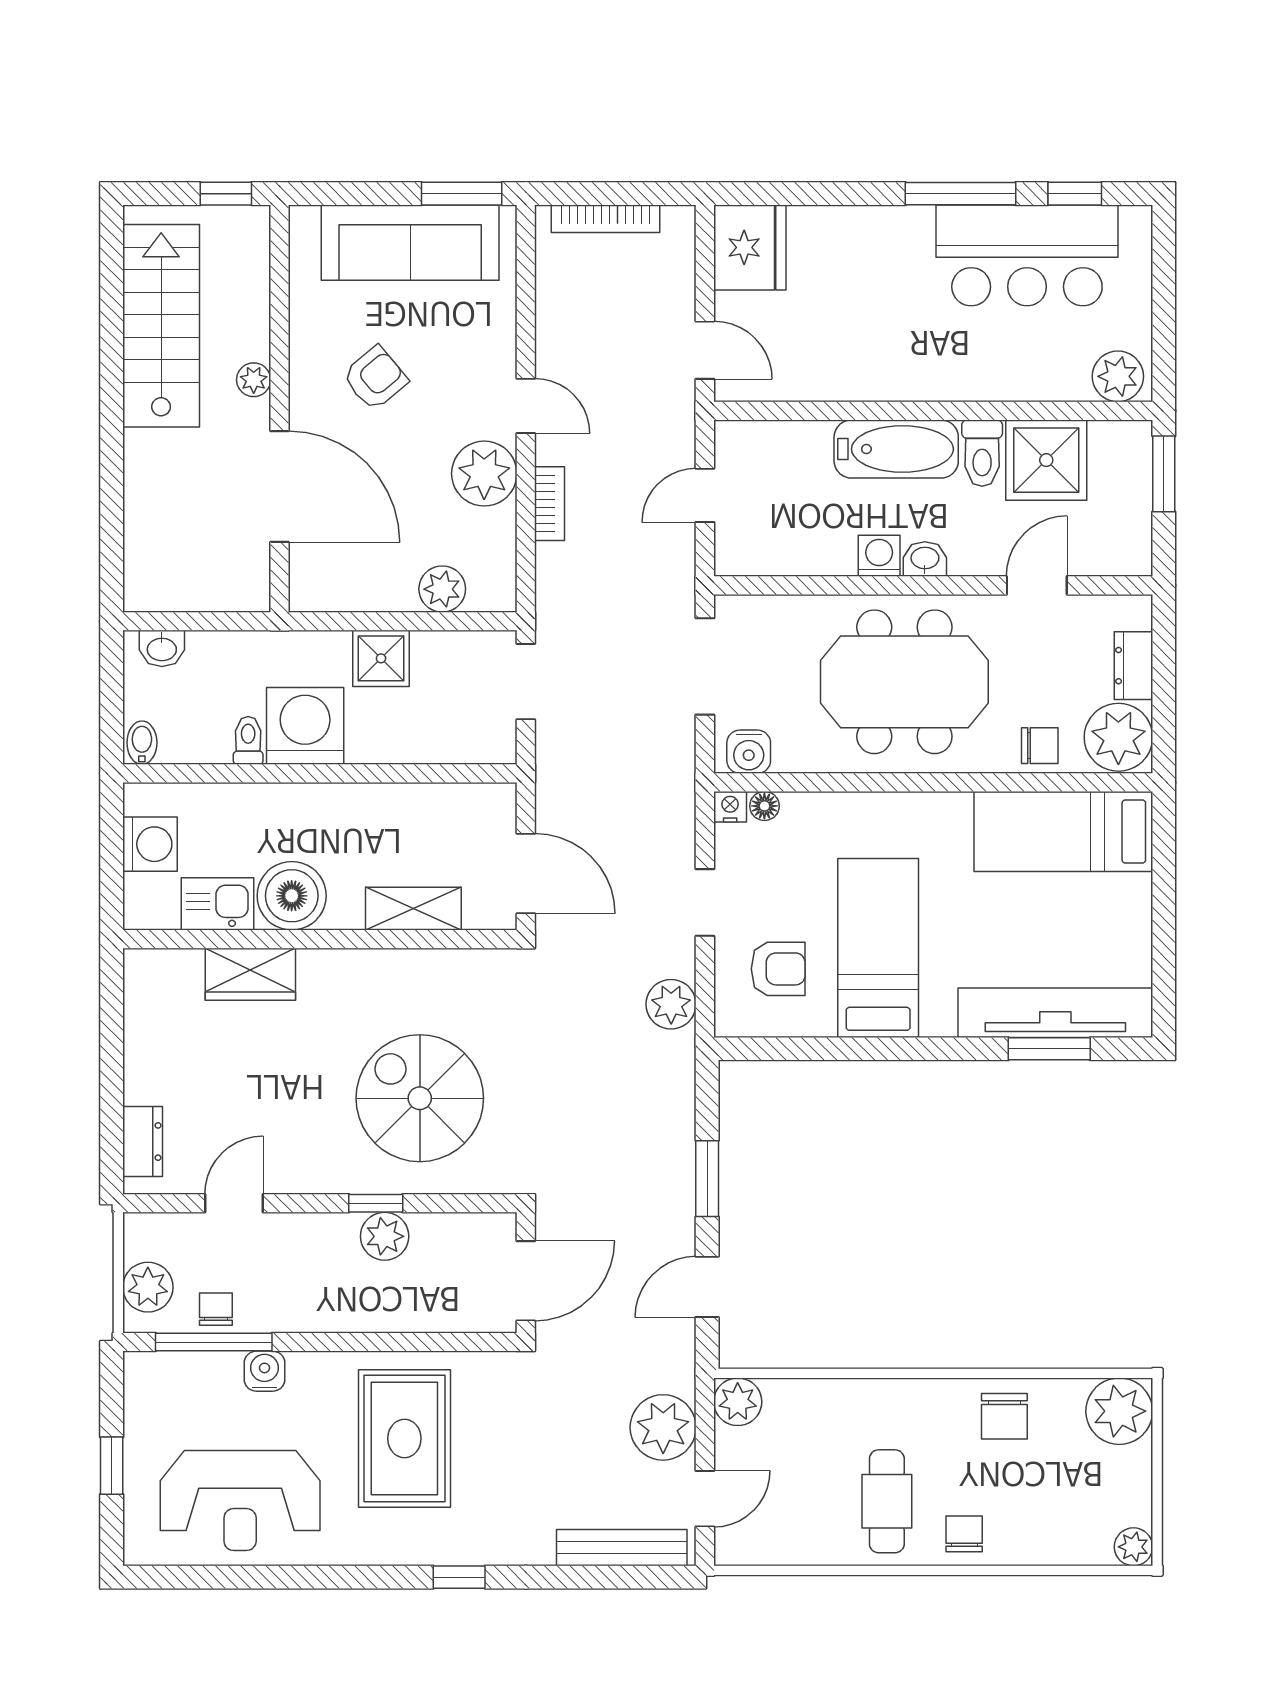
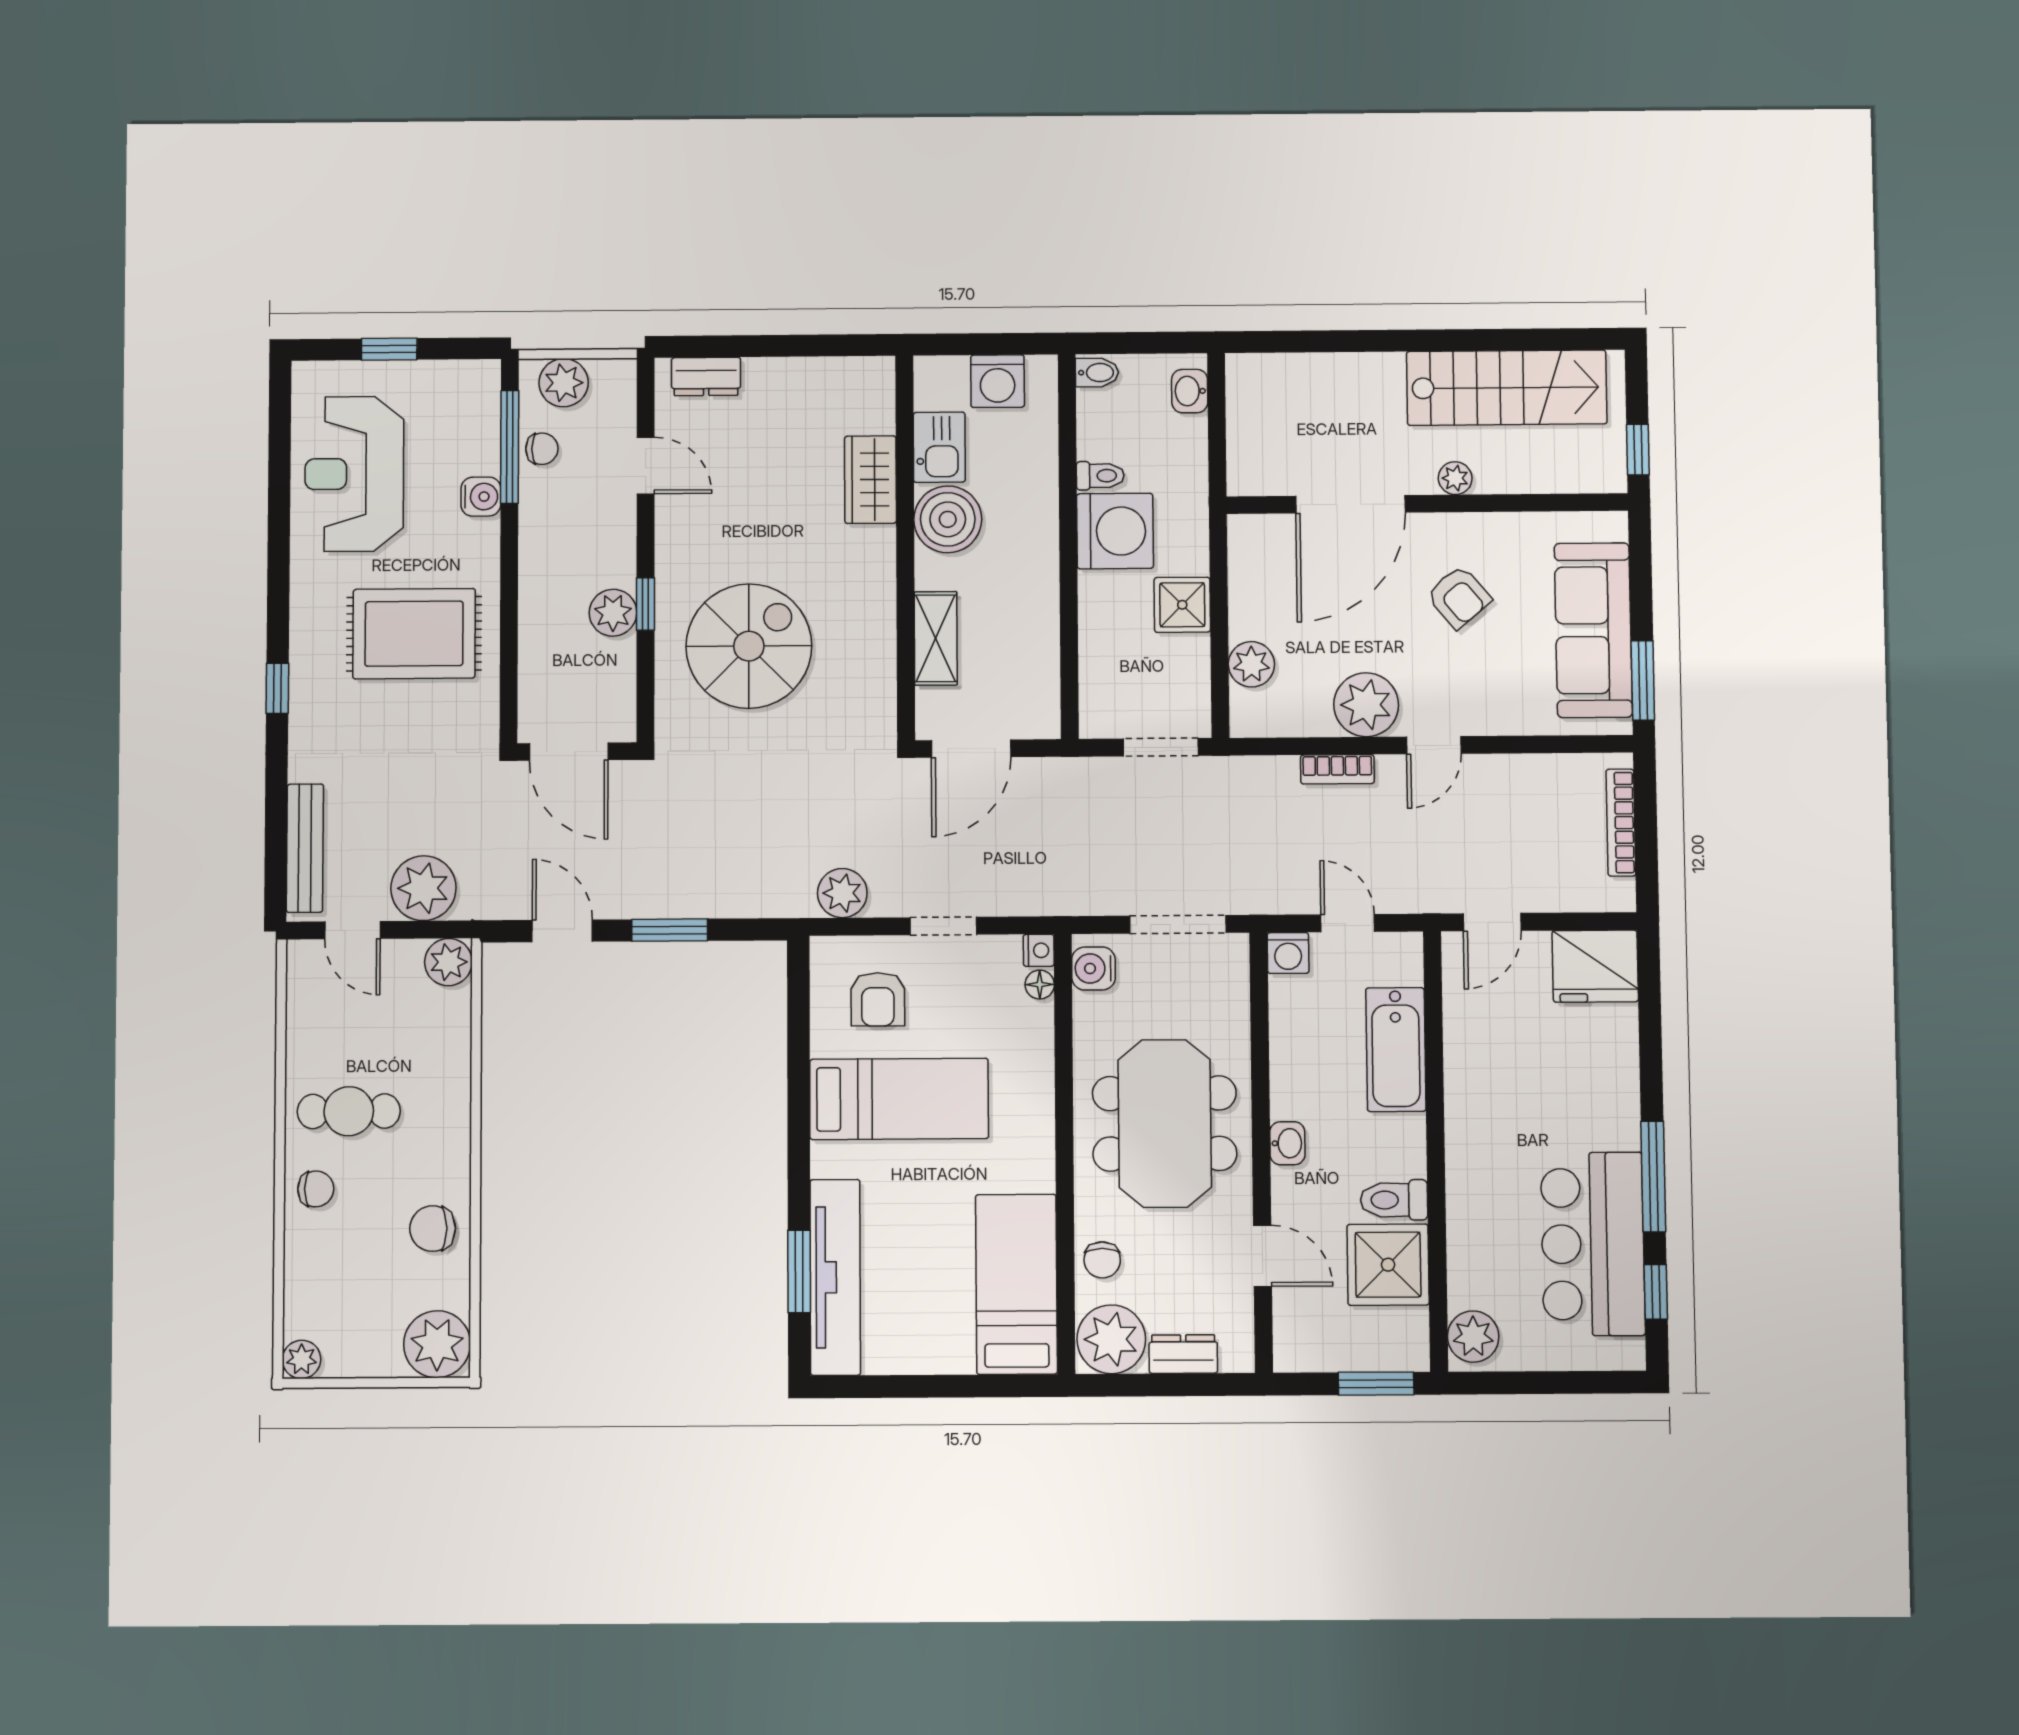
bathtub: (896, 449) -> (1396, 1050), moved
washing machine: (879, 556) -> (1288, 953), moved, turned 90

